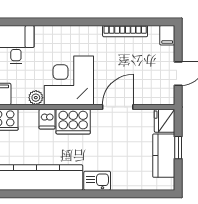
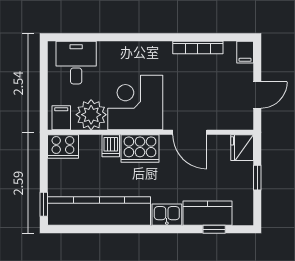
plant: (36, 98) -> (91, 115), width x1.88, depth x1.88
door: (118, 107) -> (190, 132), swing flipped
kitchen counter: (164, 156) -> (208, 213), moved, turned 90
window: (140, 194) -> (214, 229), added

